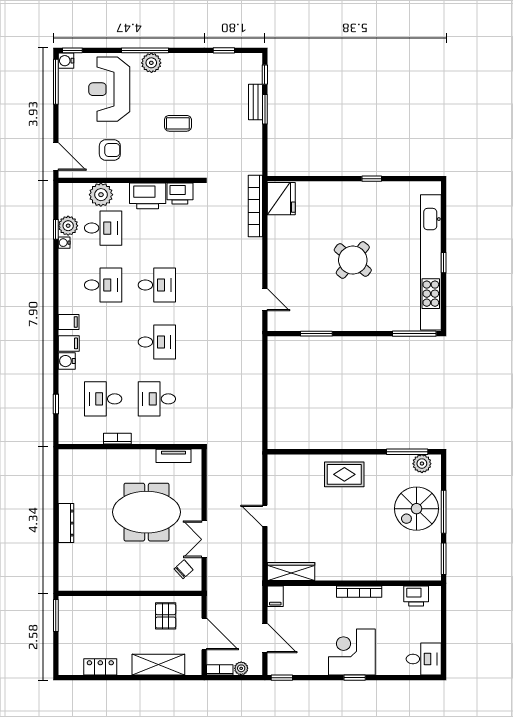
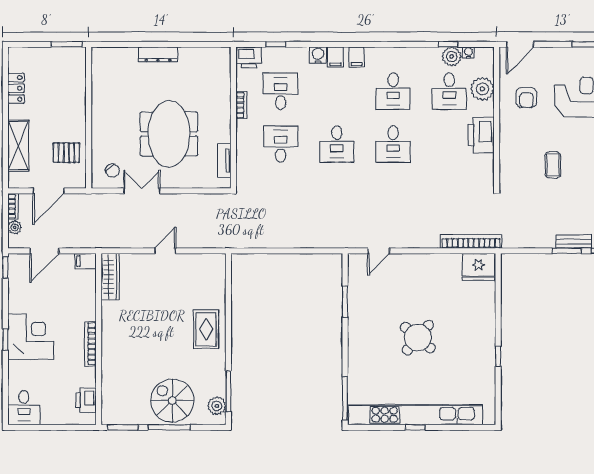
printer: (180, 193) -> (249, 57), moved, turned -90
water cooler: (64, 243) -> (468, 53), moved

